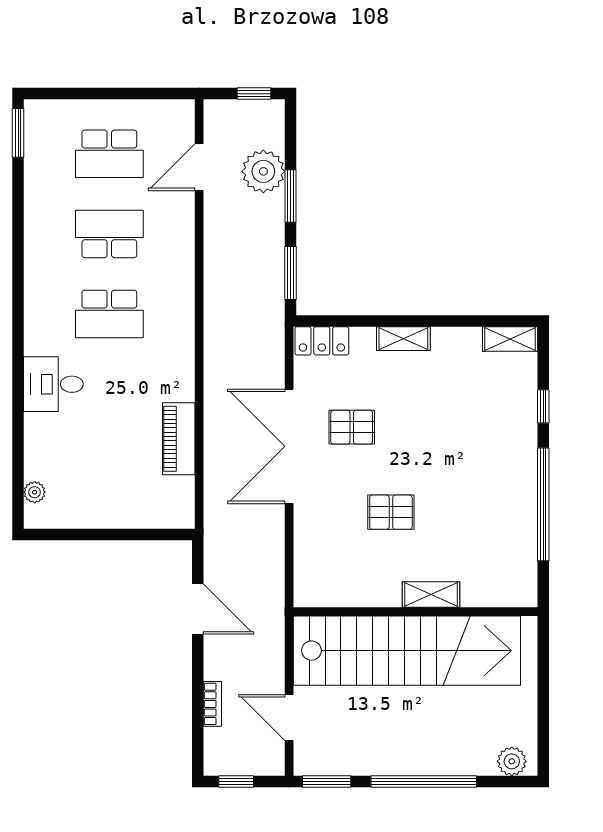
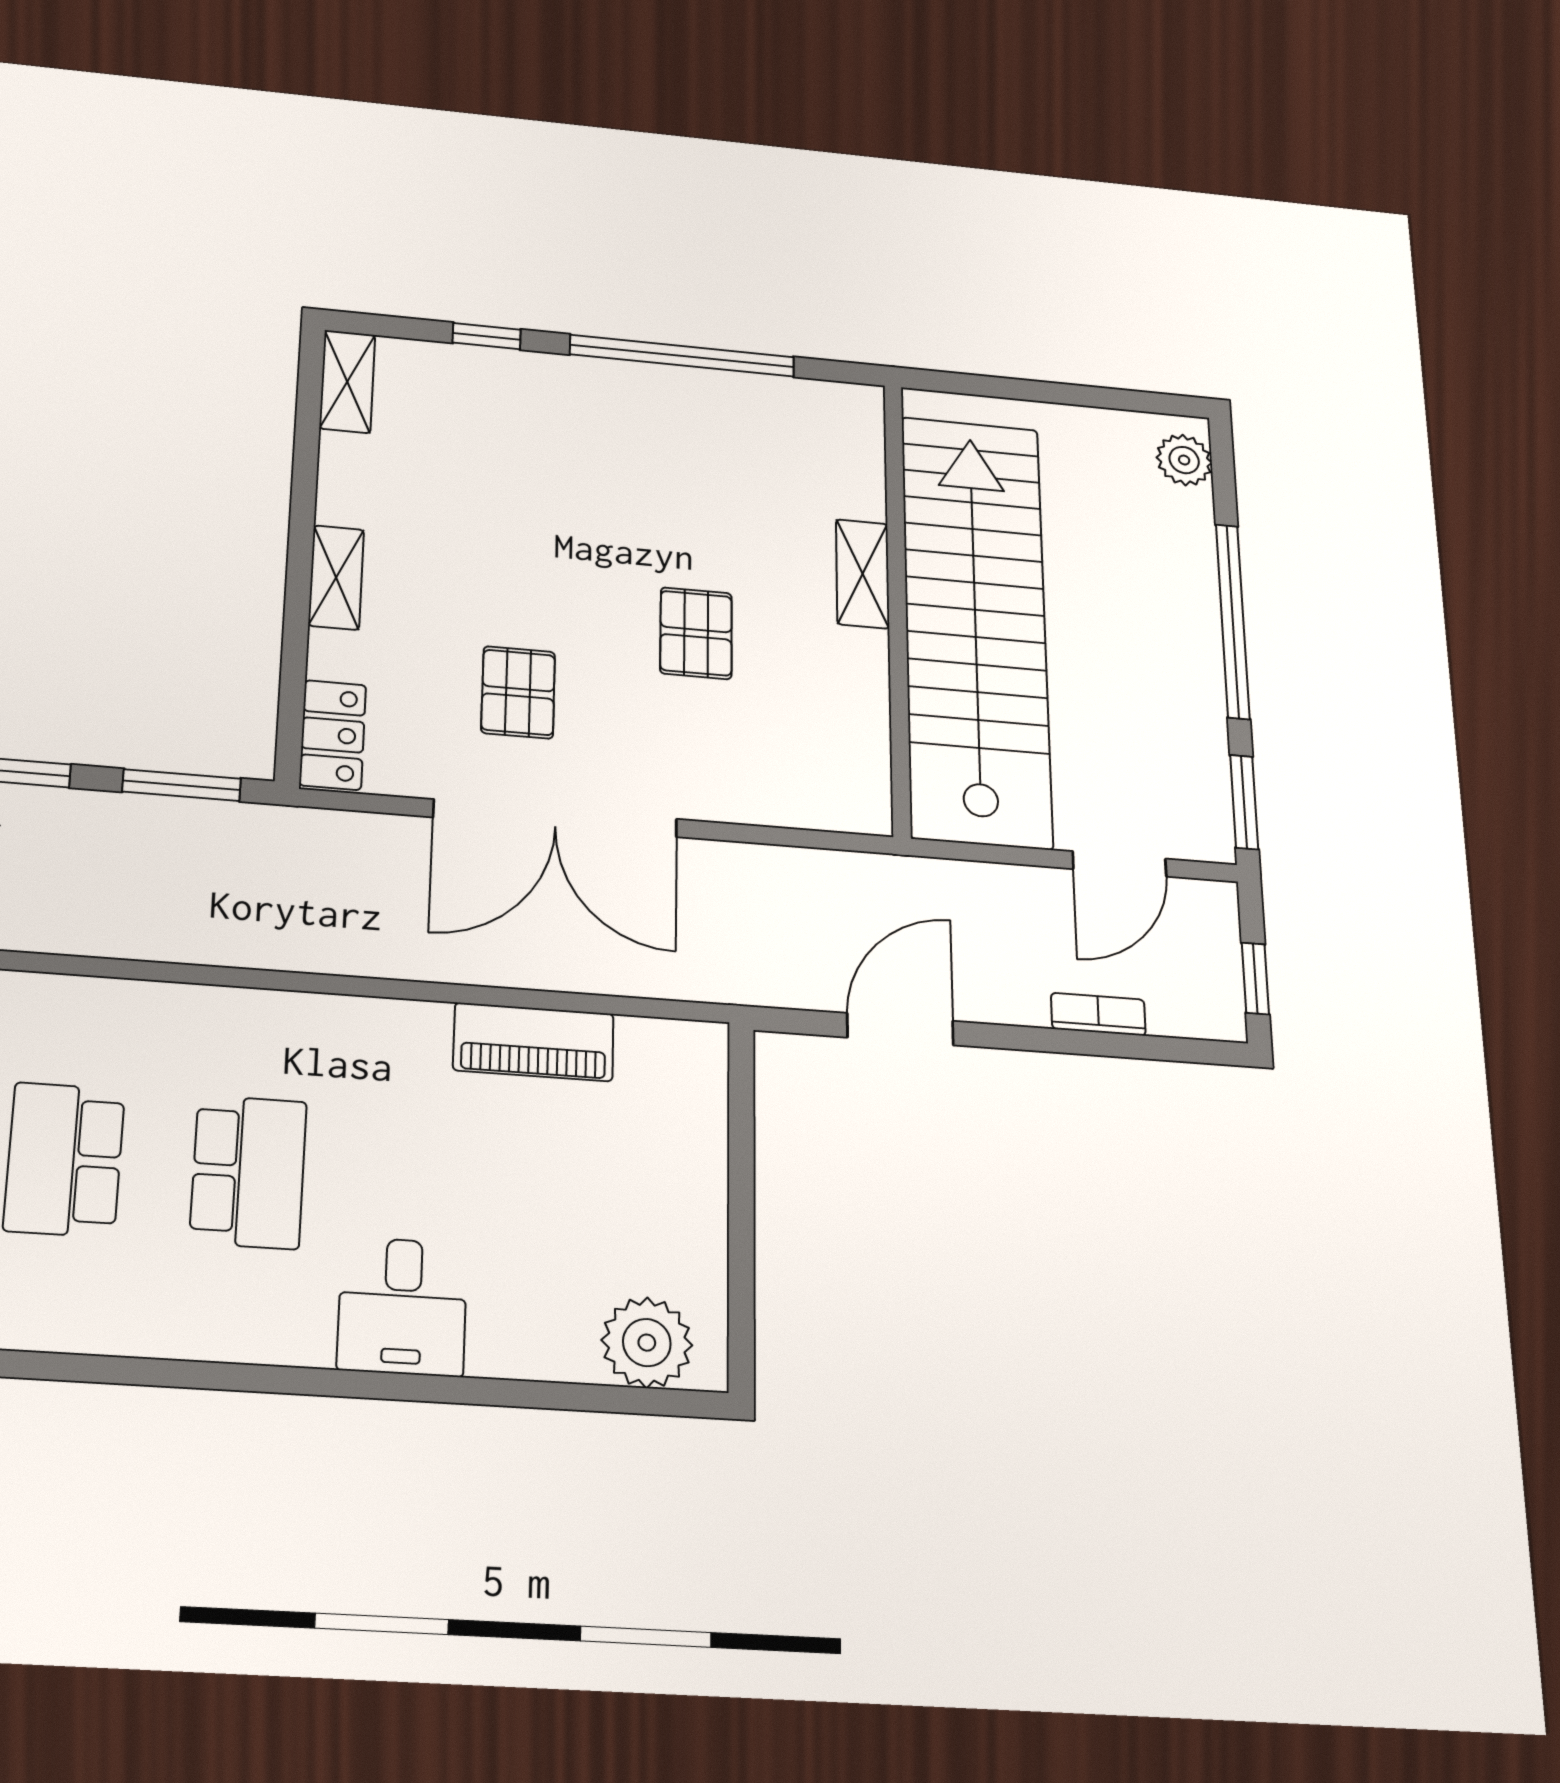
plant: (35, 492) -> (647, 1343), width x1.88, depth x1.88

